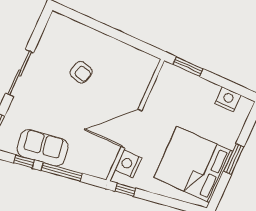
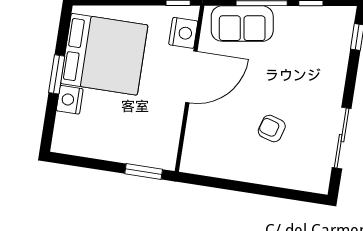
sliding door: (19, 73) -> (342, 138), moved
nightstand: (228, 99) -> (70, 100), moved, turned 90
sofa: (43, 148) -> (242, 24), moved

